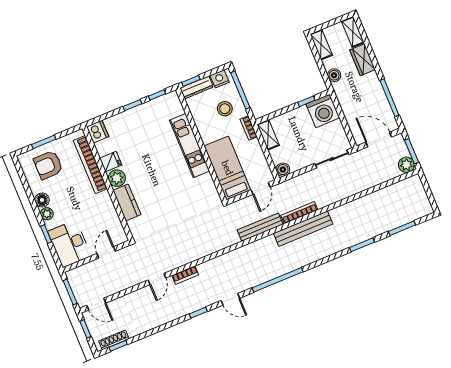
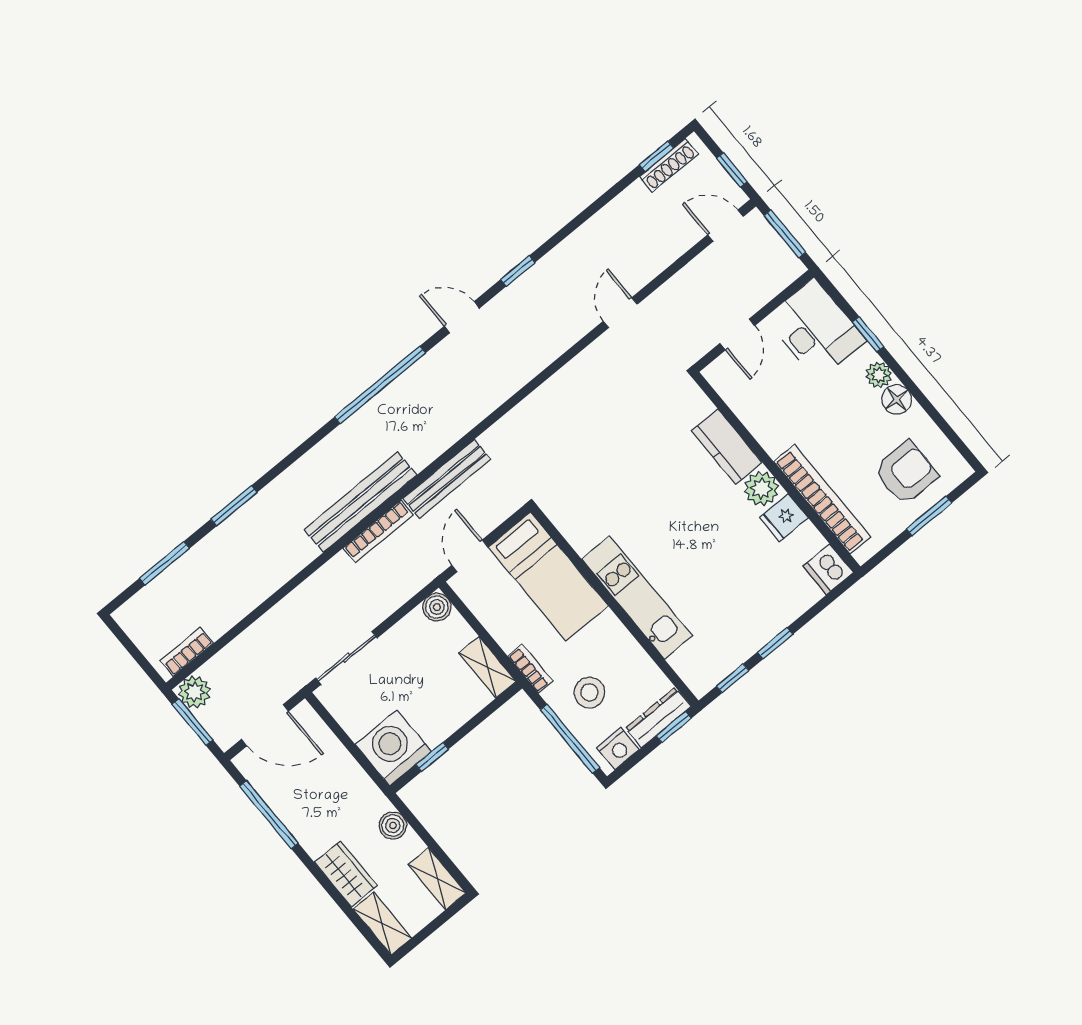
bookcase: (185, 275) -> (187, 652), moved

